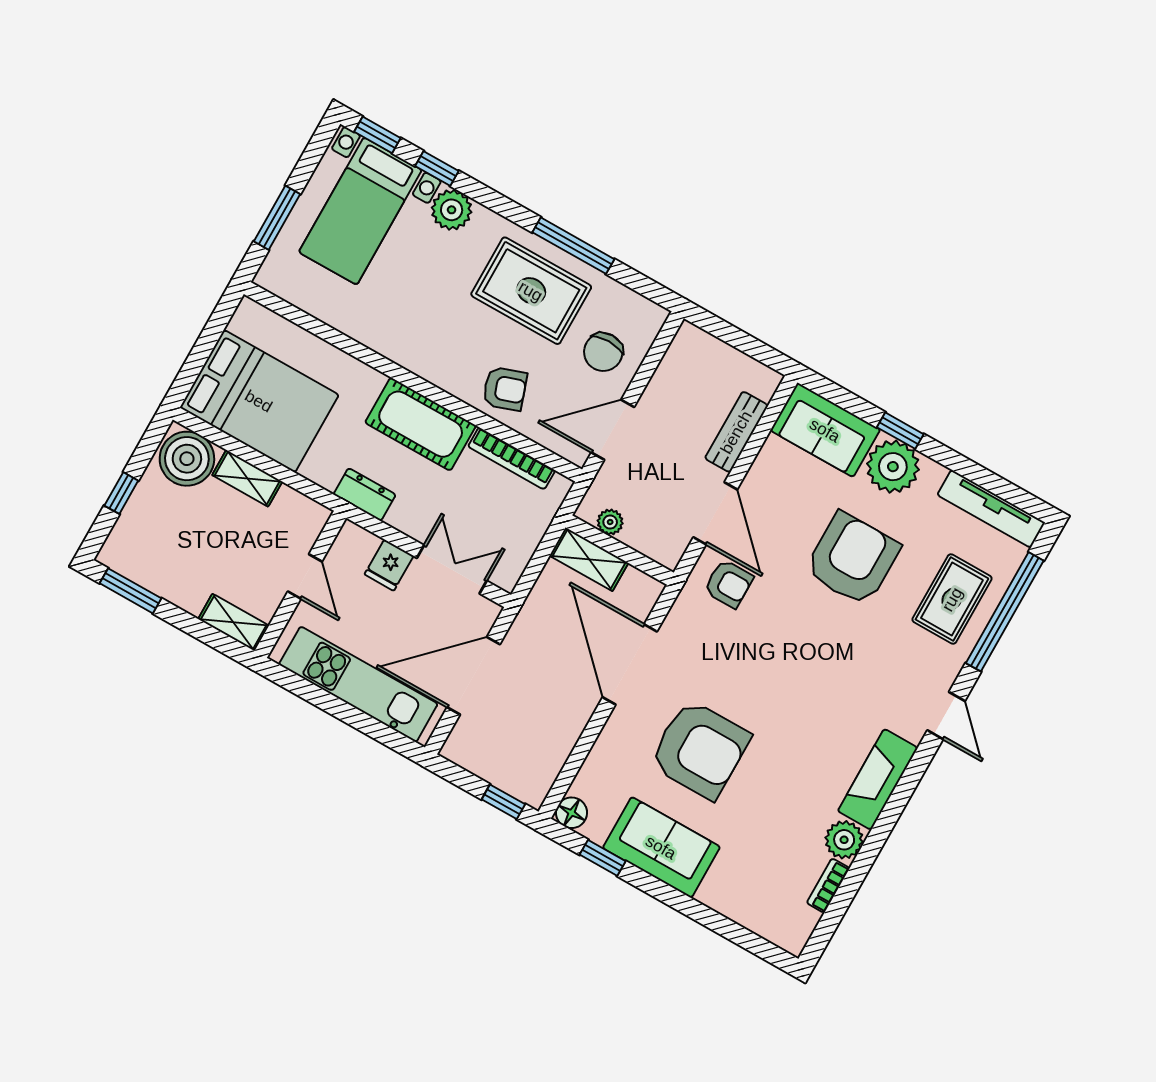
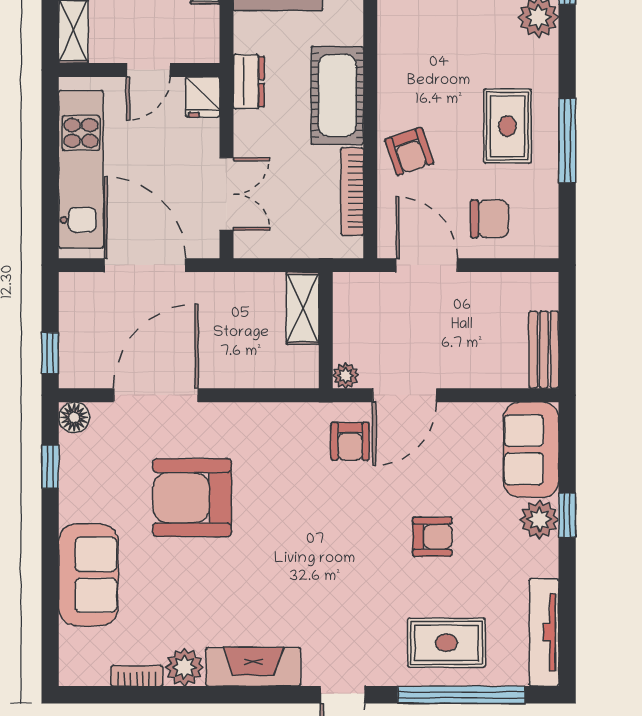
rug: (531, 291) -> (507, 126), width x0.73, depth x0.70
chair: (603, 352) -> (490, 219), turned 180
bench: (736, 432) -> (544, 350), moved, turned 90
plant: (893, 467) -> (539, 519), width x0.73, depth x0.73
plant: (610, 522) -> (345, 376), moved
armchair: (852, 559) -> (432, 537), width x0.53, depth x0.53
fridge: (389, 565) -> (203, 97), moved, turned -90
door: (630, 664) -> (156, 395), moved
armchair: (700, 749) -> (192, 498), turned 90
sofa: (661, 847) -> (88, 575), moved

